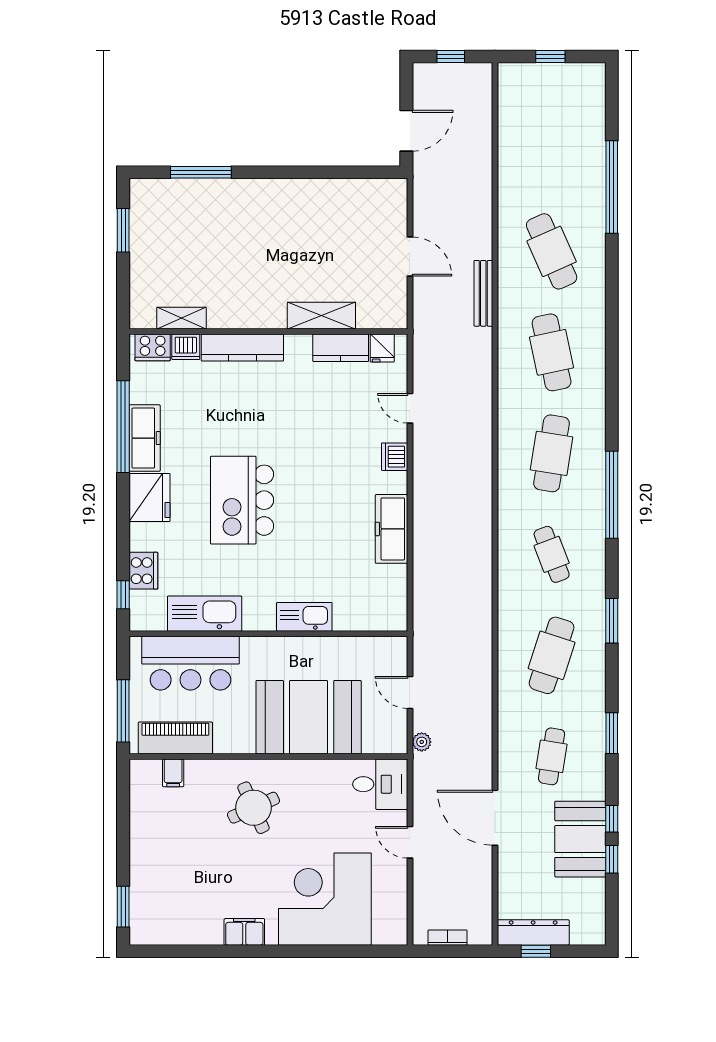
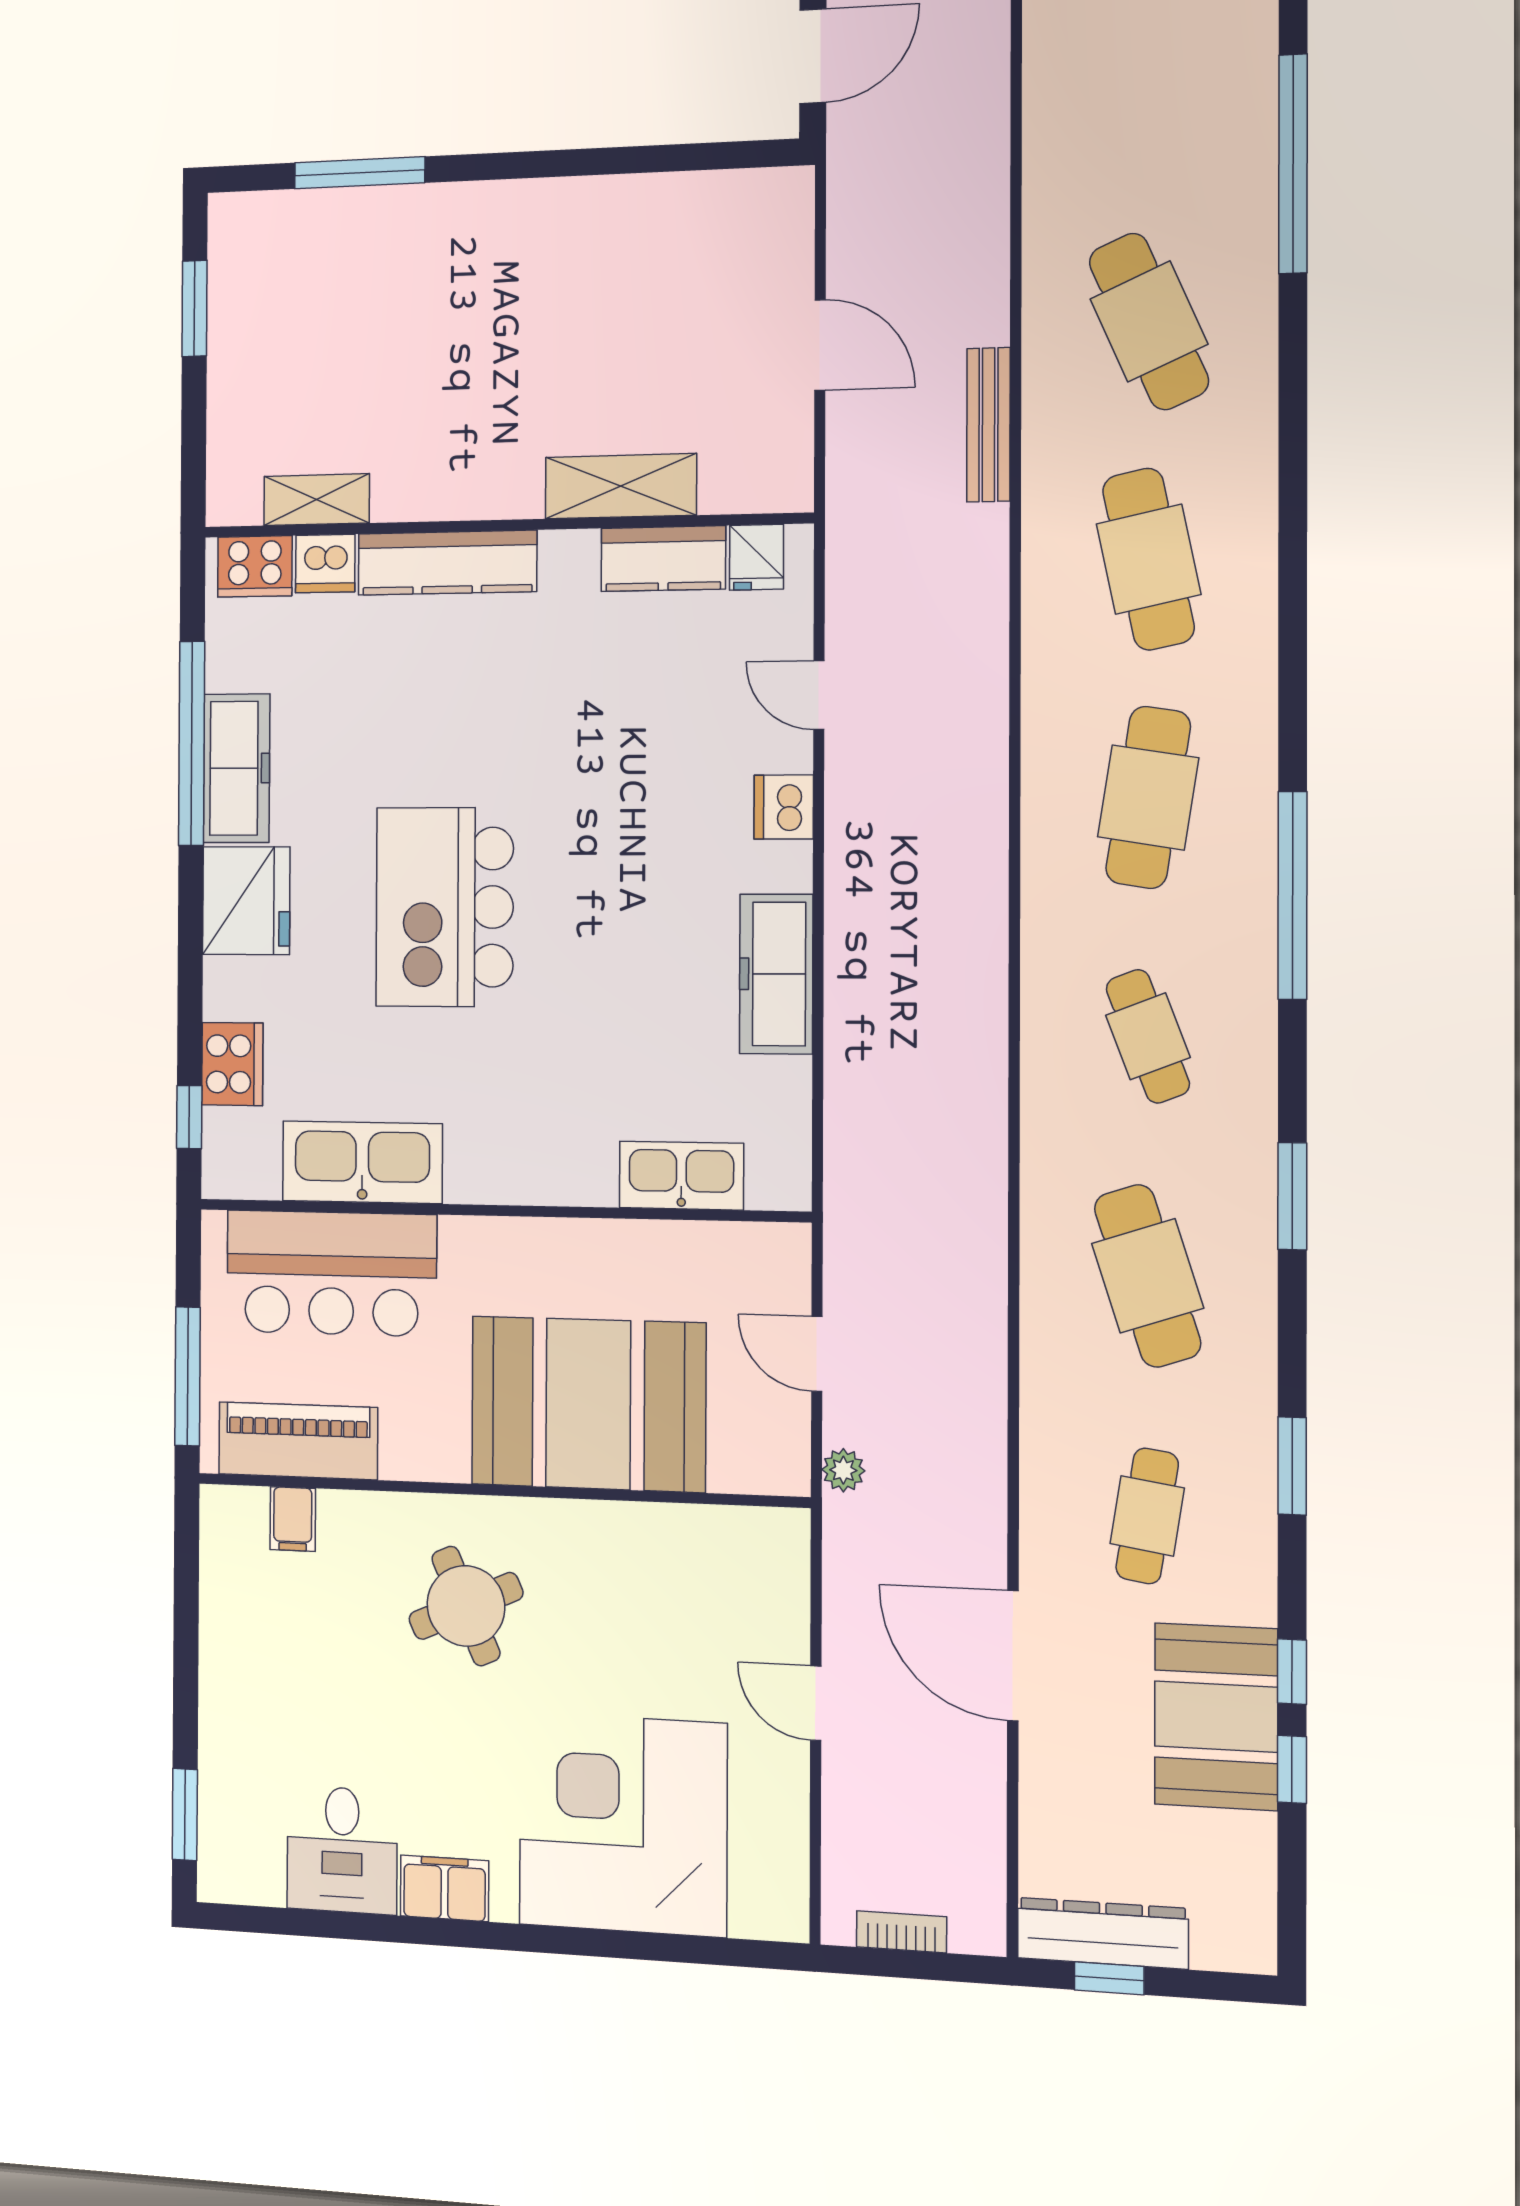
kitchen sink: (304, 617) -> (681, 1176), moved
cafe table: (552, 655) -> (1148, 1276), turned -36
desk: (380, 784) -> (342, 1850), moved, turned 90

